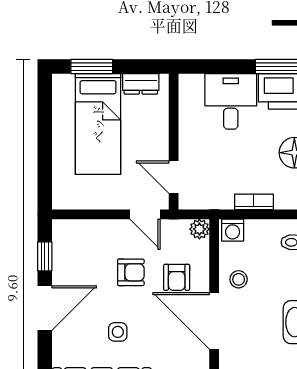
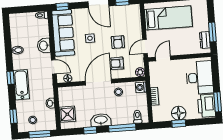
window: (92, 66) -> (212, 32), moved
desk: (231, 101) -> (200, 78), width x1.37
bed: (98, 124) -> (168, 18), moved, turned 180

